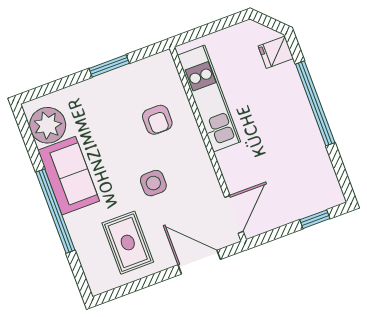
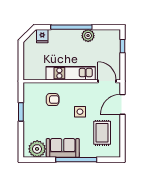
kitchen unit: (209, 99) -> (71, 73), moved
plant: (311, 143) -> (88, 36), added
rug: (128, 243) -> (102, 133), turned 90

